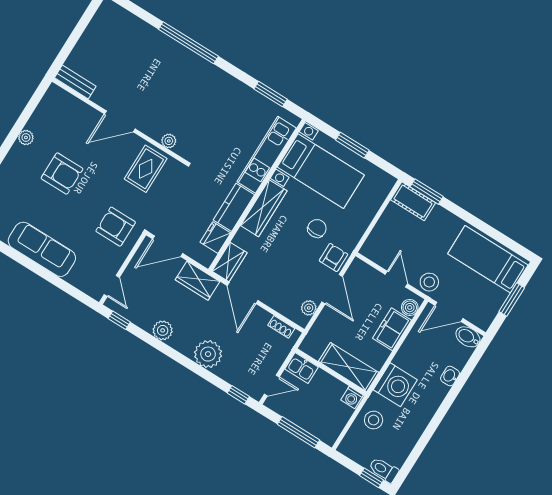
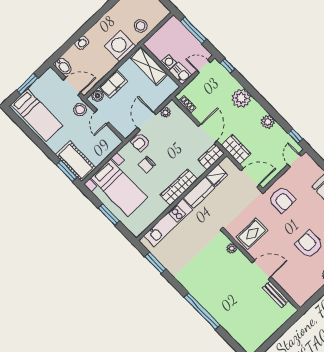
bench: (75, 82) -> (276, 294), moved
bed with nightstands: (321, 171) -> (119, 188), moved, turned 180
cot: (413, 201) -> (76, 161), width x1.37, depth x1.34
washing machine: (352, 398) -> (168, 62), moved

